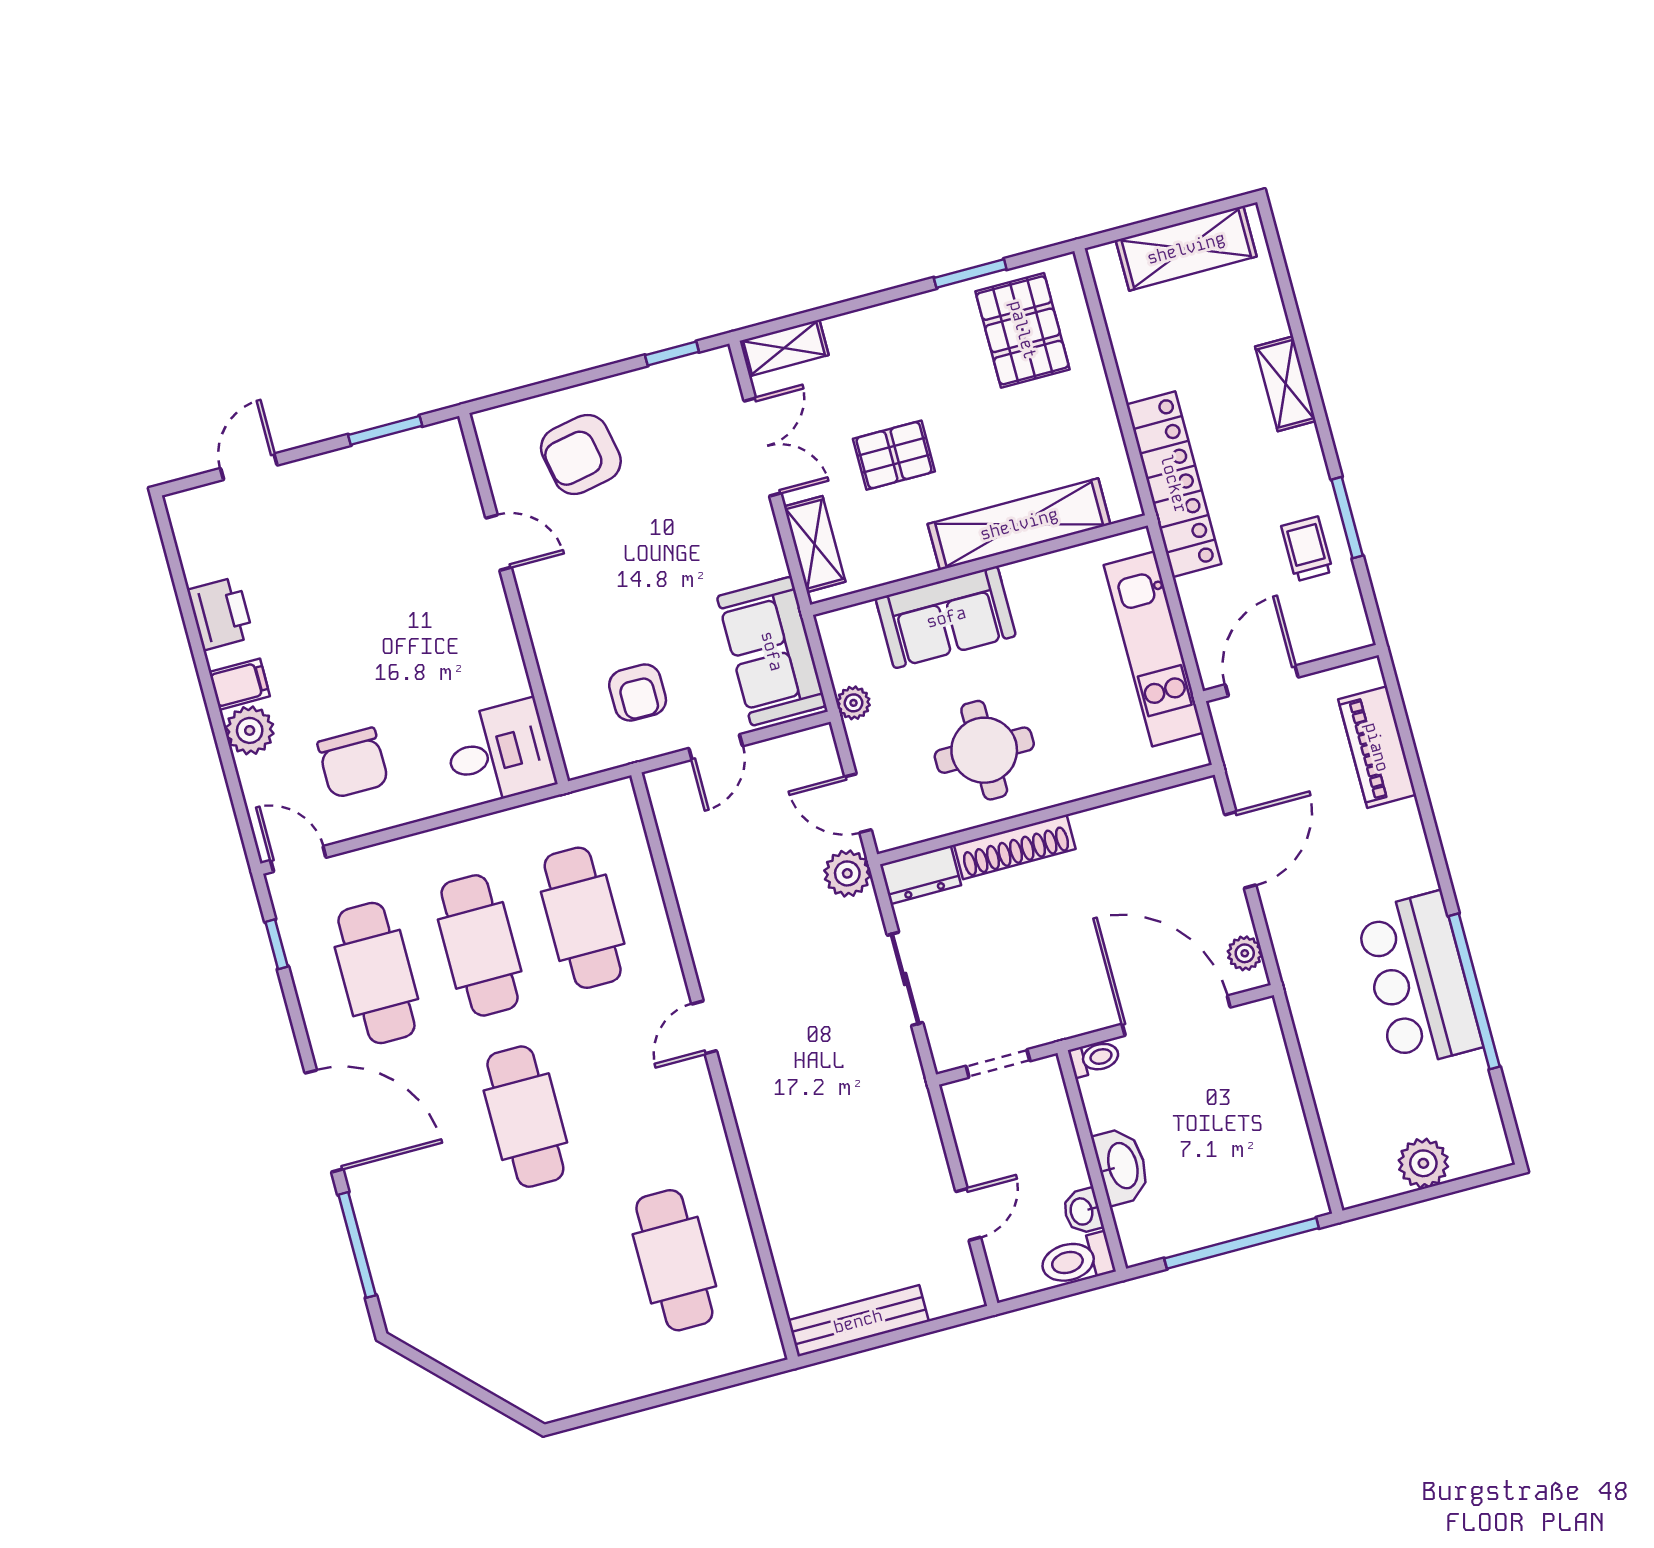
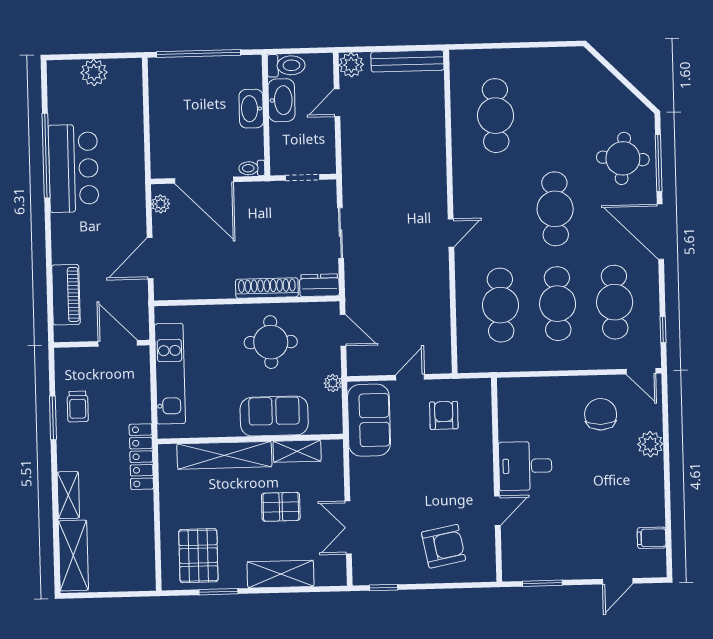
shelving: (1186, 248) -> (73, 556), moved, turned 90
shelving: (784, 348) -> (281, 574), moved, width x1.50, depth x1.33
locker: (1174, 484) -> (141, 457), width x0.71, depth x0.83
door: (499, 543) -> (497, 511), swing flipped
shelving: (815, 544) -> (297, 451), moved, turned 90
printer: (220, 614) -> (651, 509), removed
door: (1262, 681) -> (118, 343), swing flipped
filing cabinet: (239, 684) -> (652, 538), moved
desk: (499, 753) -> (525, 466), moved
plant: (847, 873) -> (351, 65), moved
washbasin: (1082, 1211) -> (282, 100), width x1.91, depth x1.45
round table: (424, 1238) -> (623, 158), added

